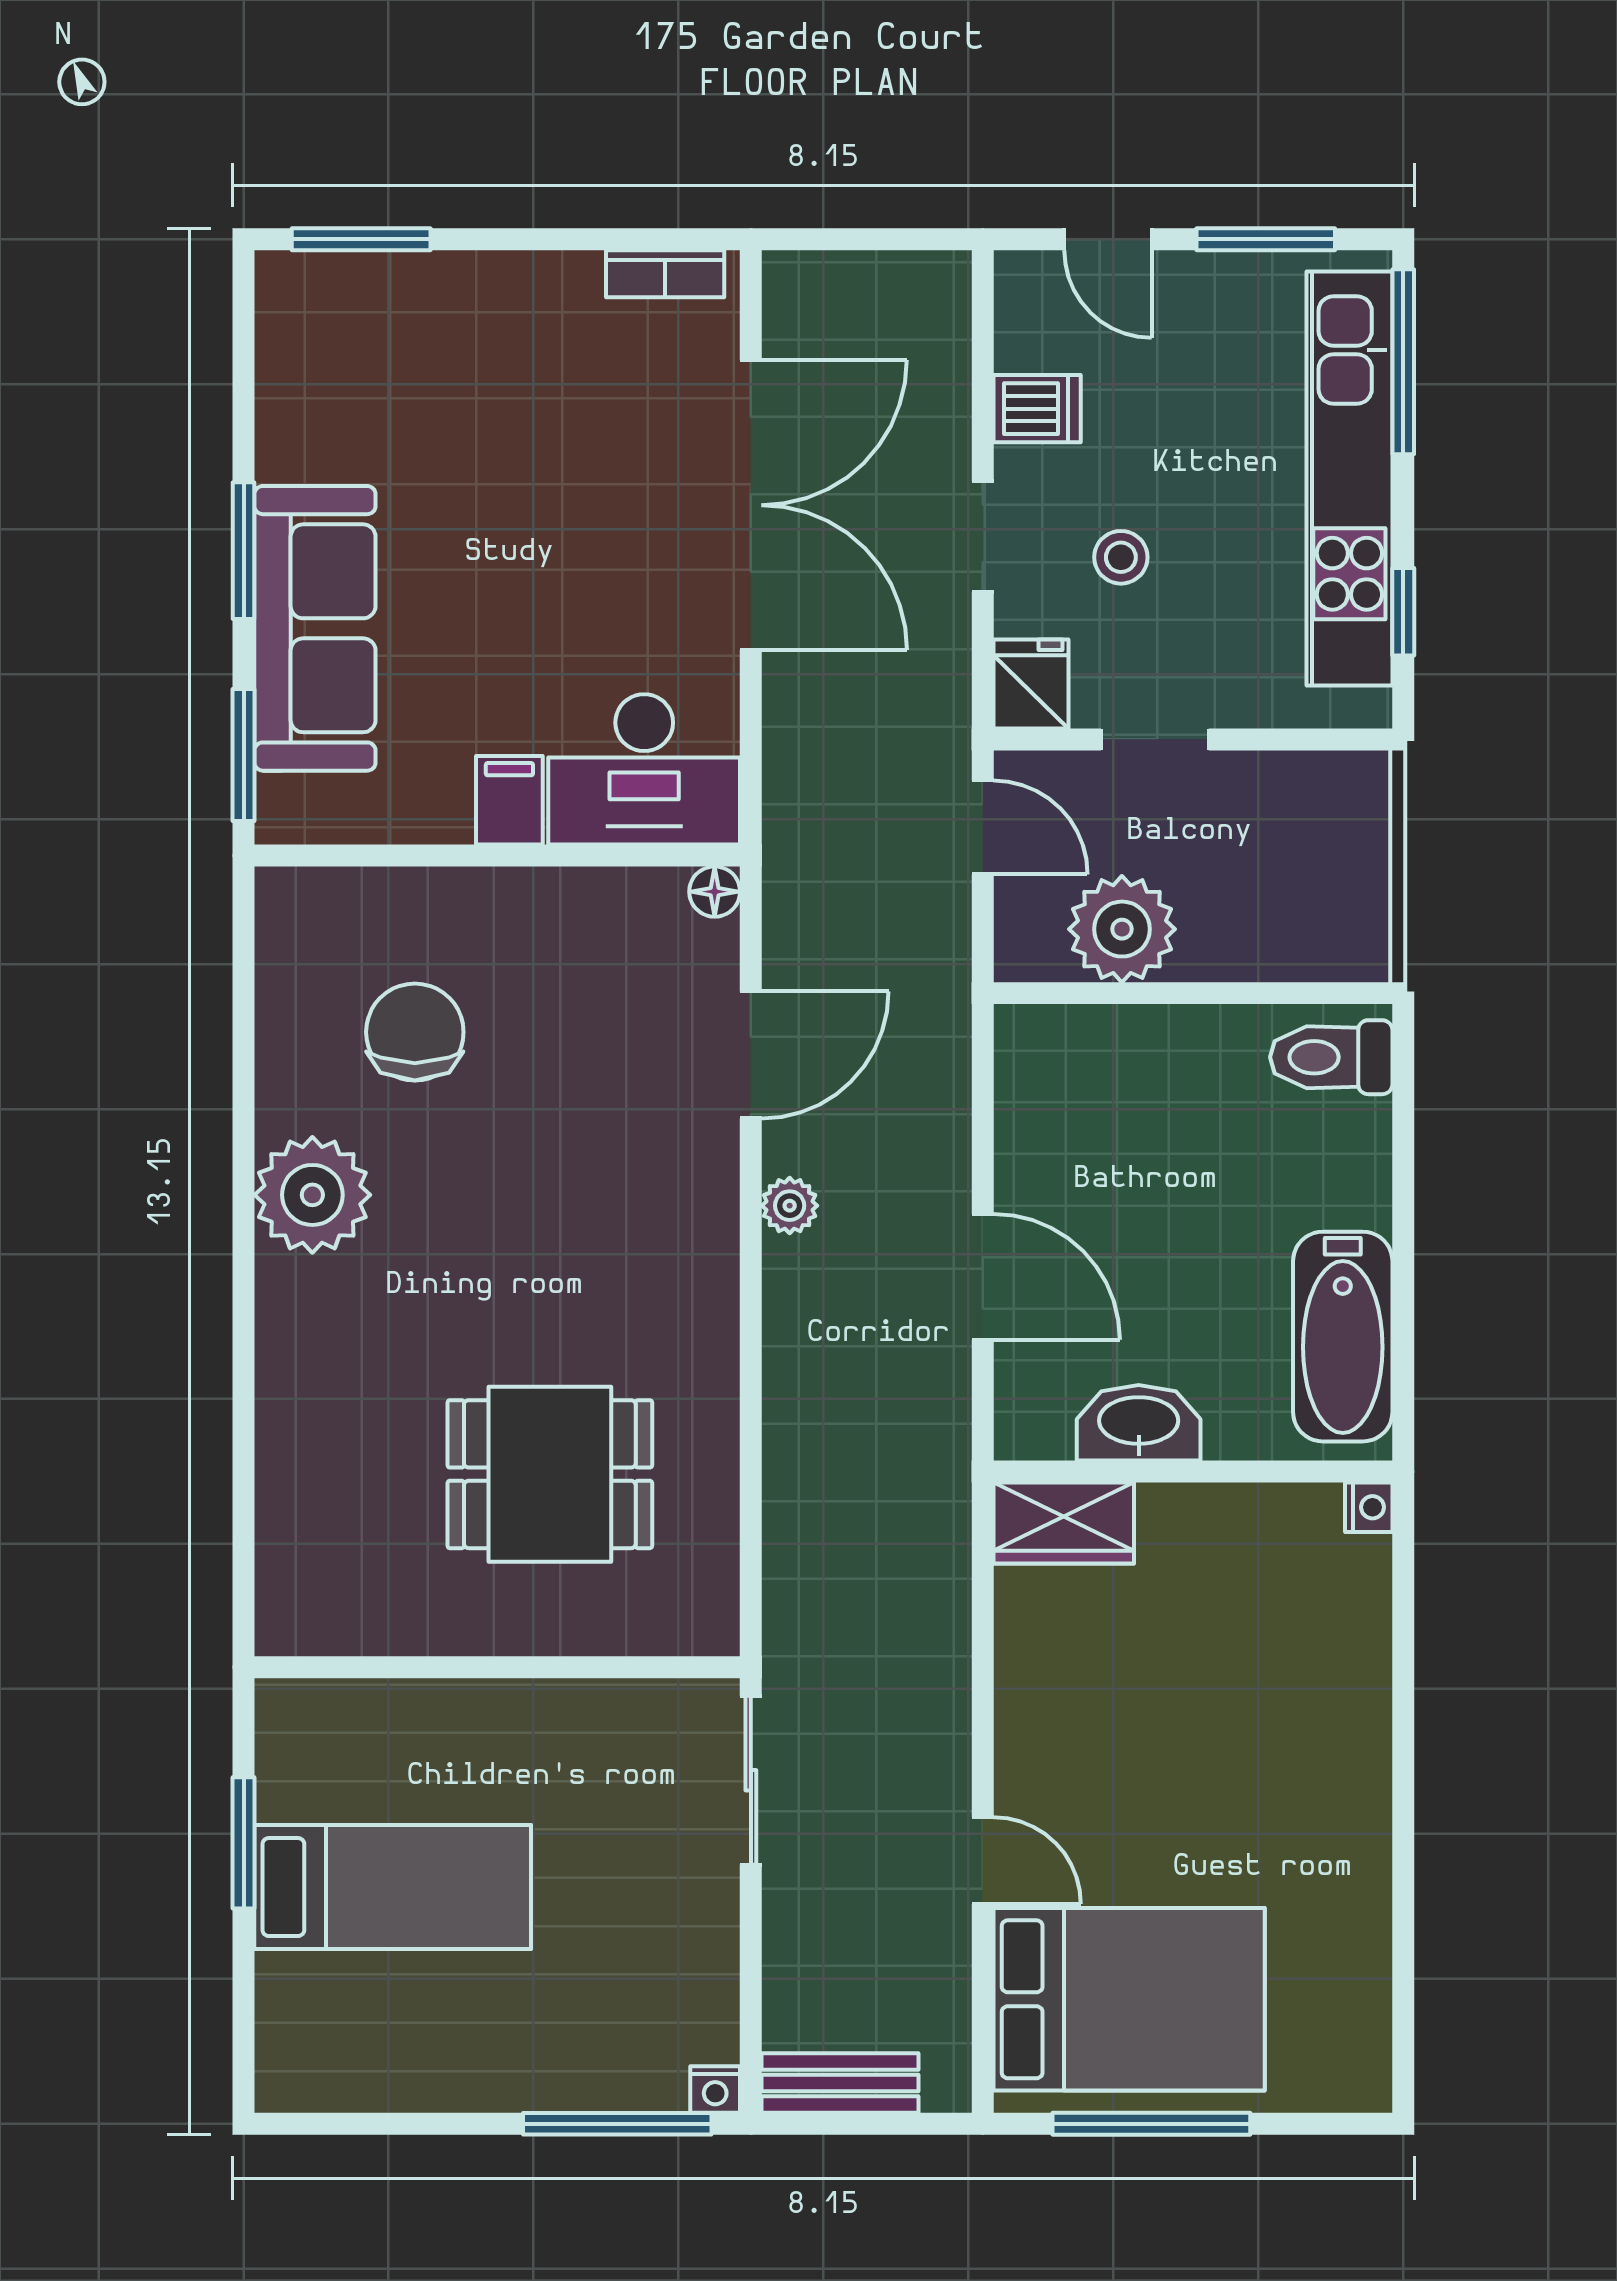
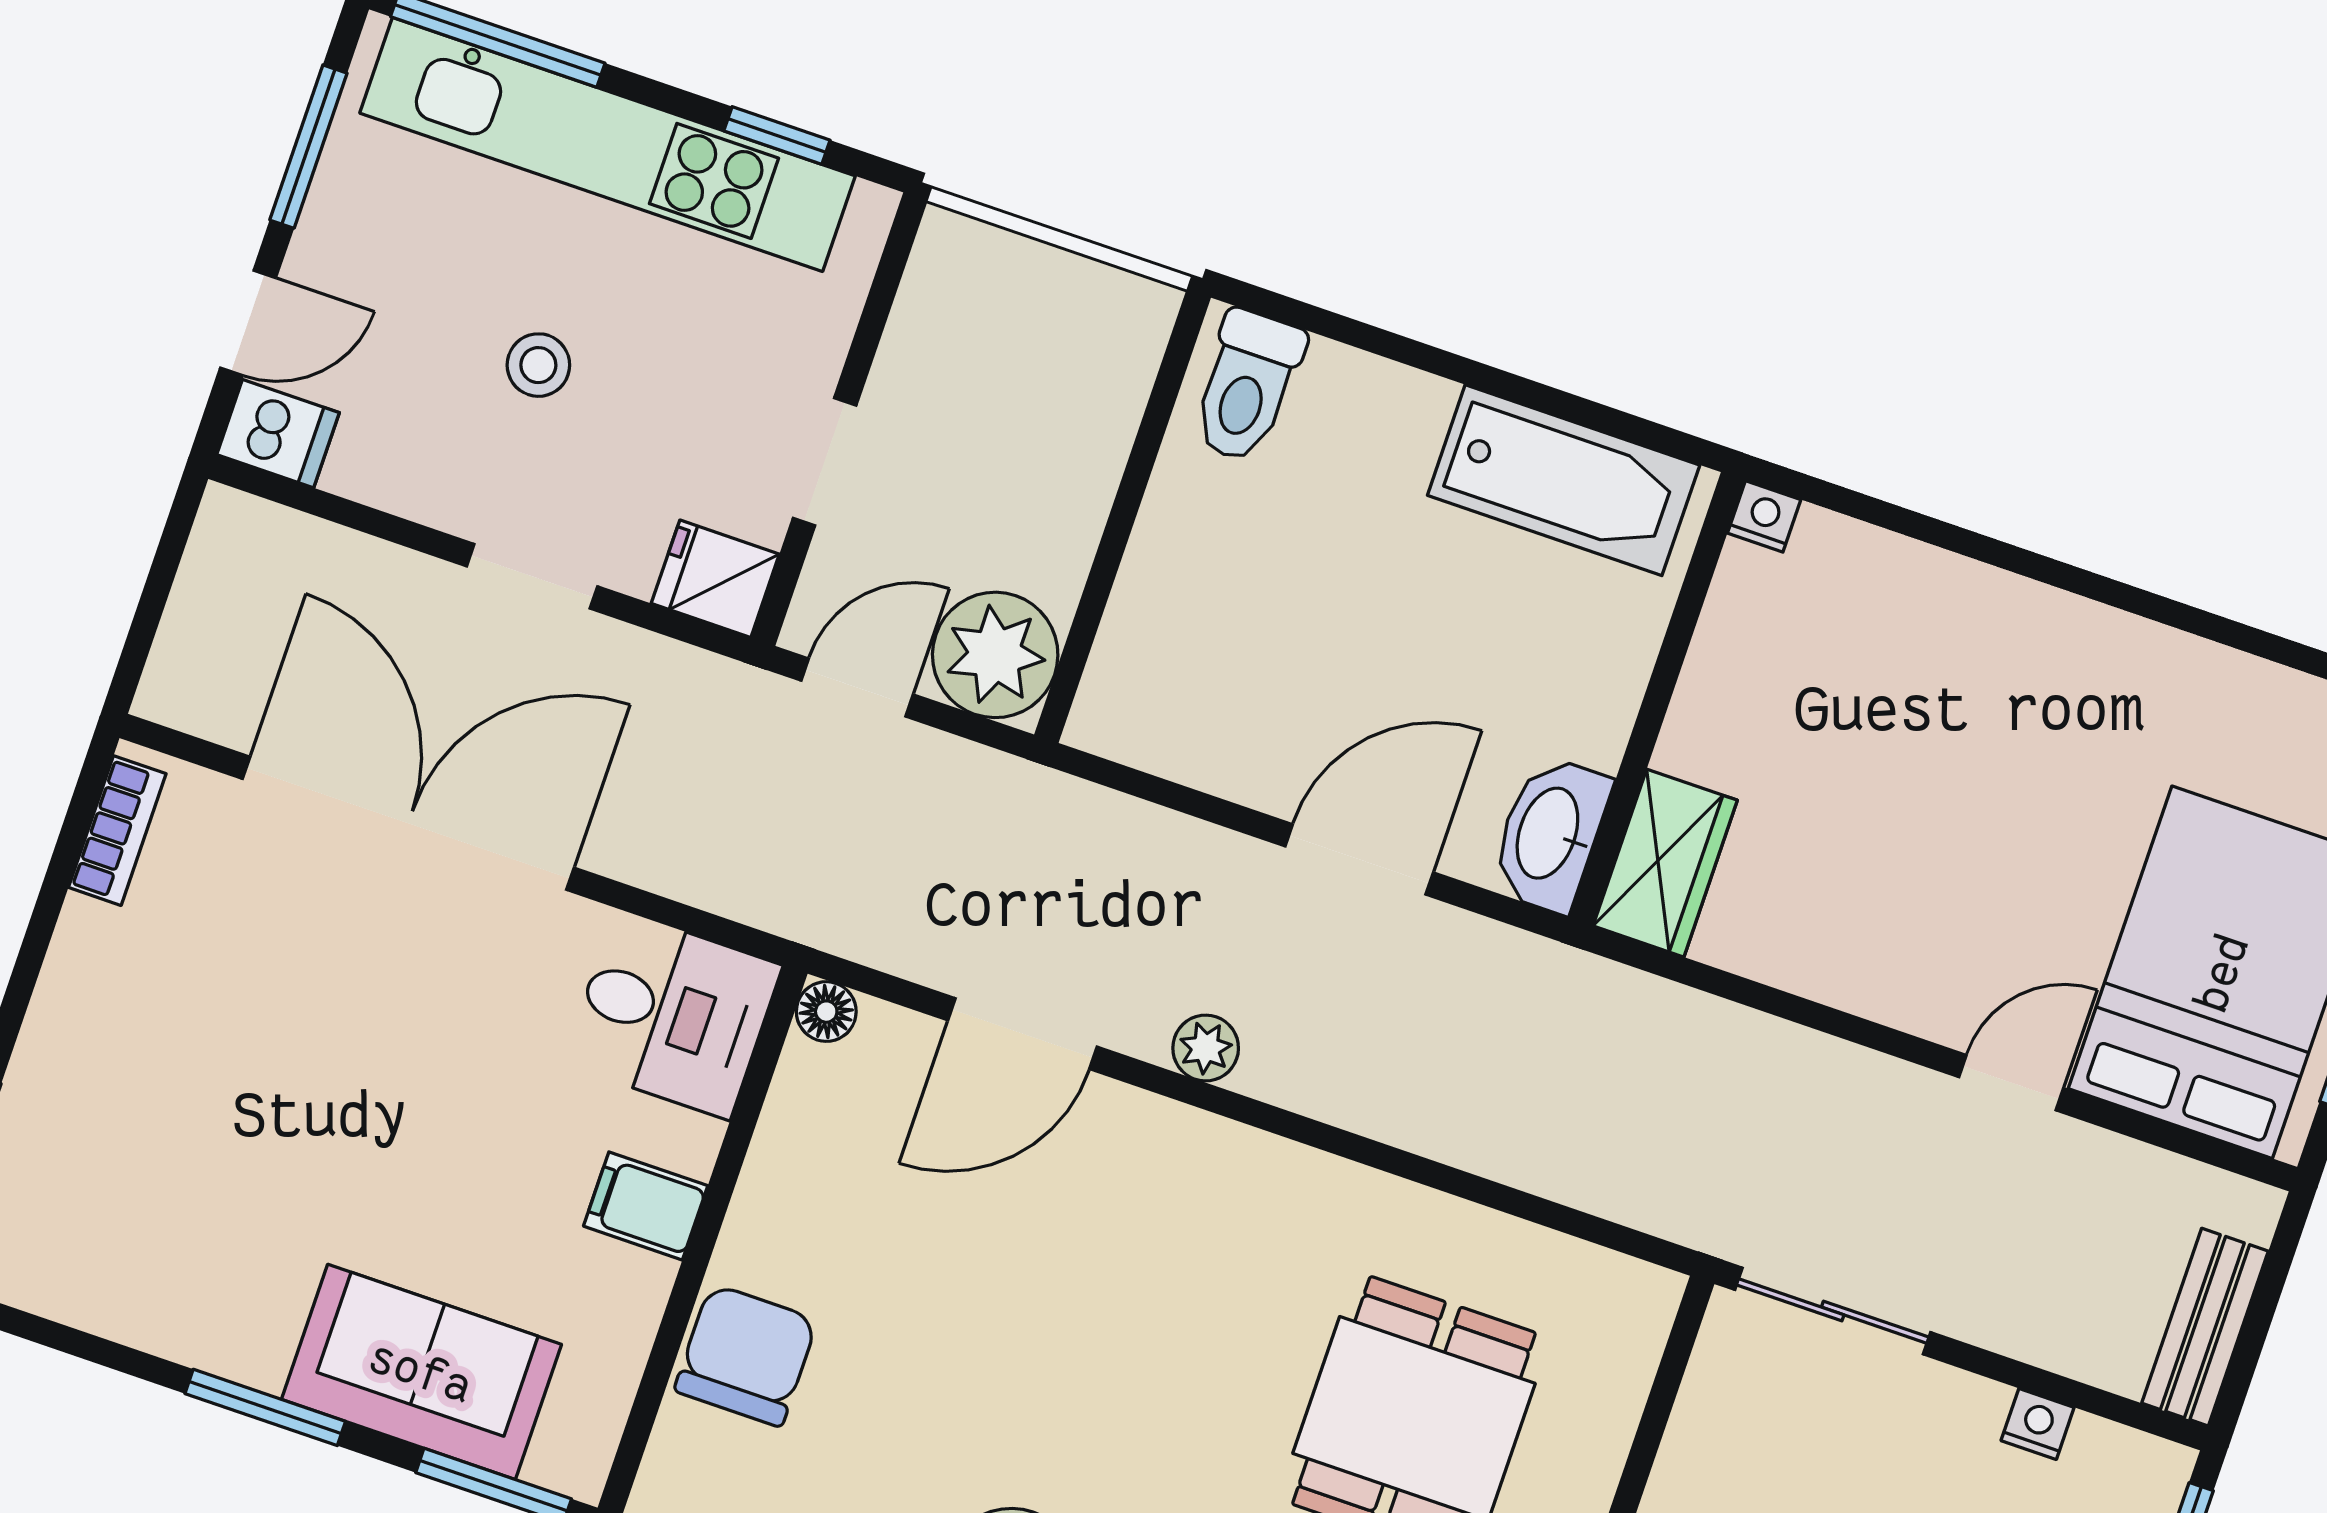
dishwasher: (1037, 409) -> (278, 434), moved, turned 90
stool: (1121, 557) -> (538, 365), moved
sofa: (315, 628) -> (421, 1372), width x0.73
desk: (644, 769) -> (673, 1014), width x0.73
plant: (1122, 929) -> (995, 655), moved
chair: (415, 1032) -> (746, 1355), moved, turned 90
door: (751, 1055) -> (1022, 1034), swing flipped
washbasin: (1139, 1423) -> (1550, 834), moved
nightstand: (715, 2089) -> (2038, 1424), moved, turned -90

